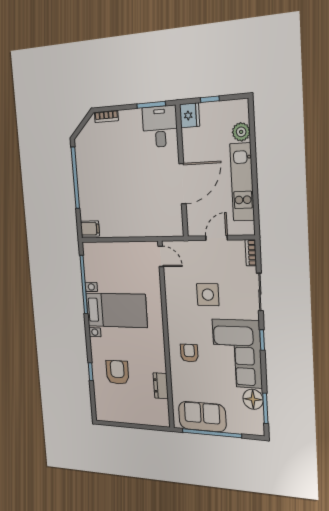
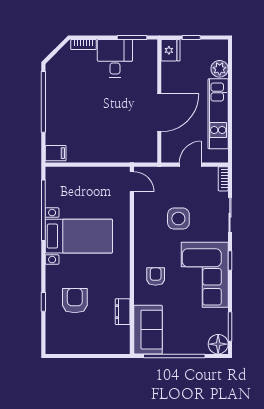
desk: (160, 127) -> (115, 58), moved
floor lamp: (253, 399) -> (218, 344), moved
sofa: (202, 417) -> (148, 330), moved, turned 90

